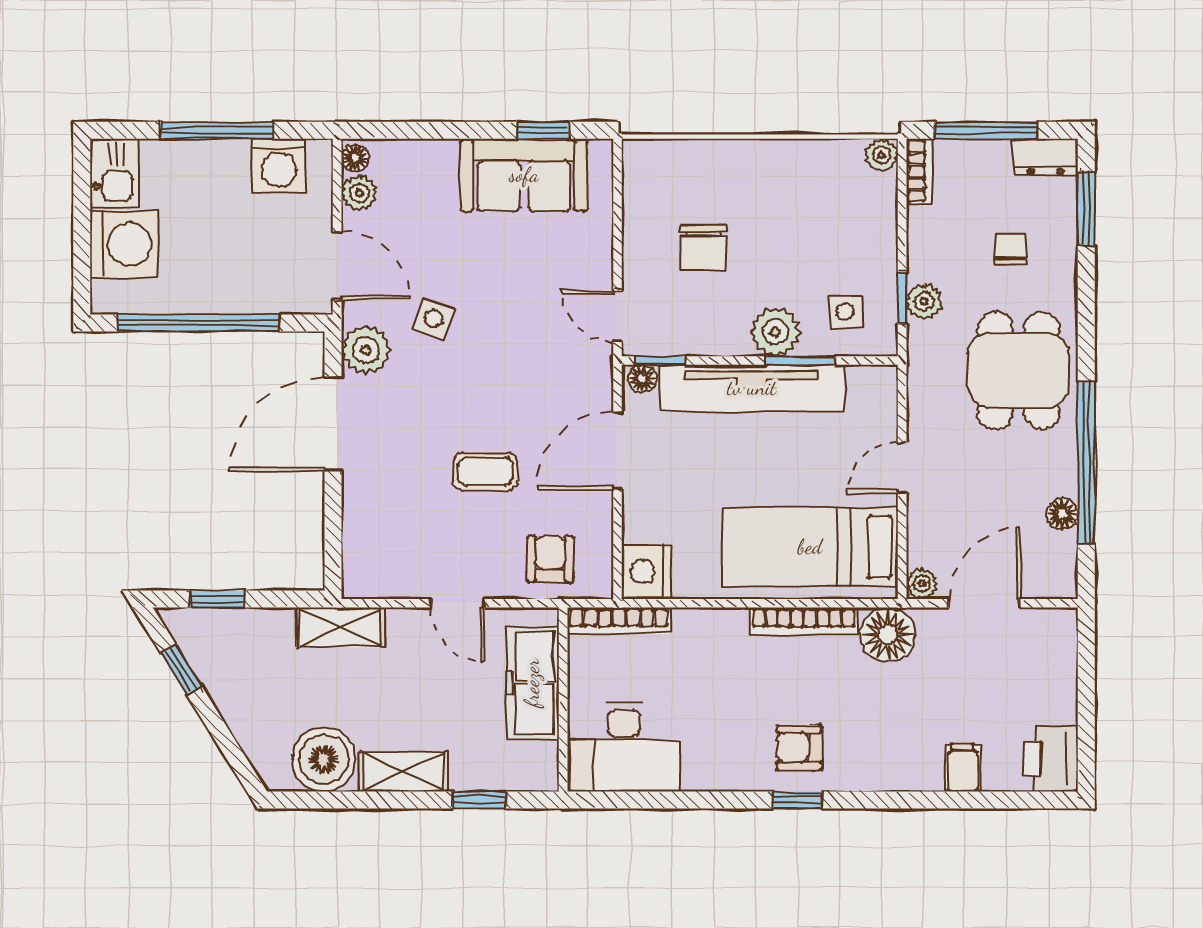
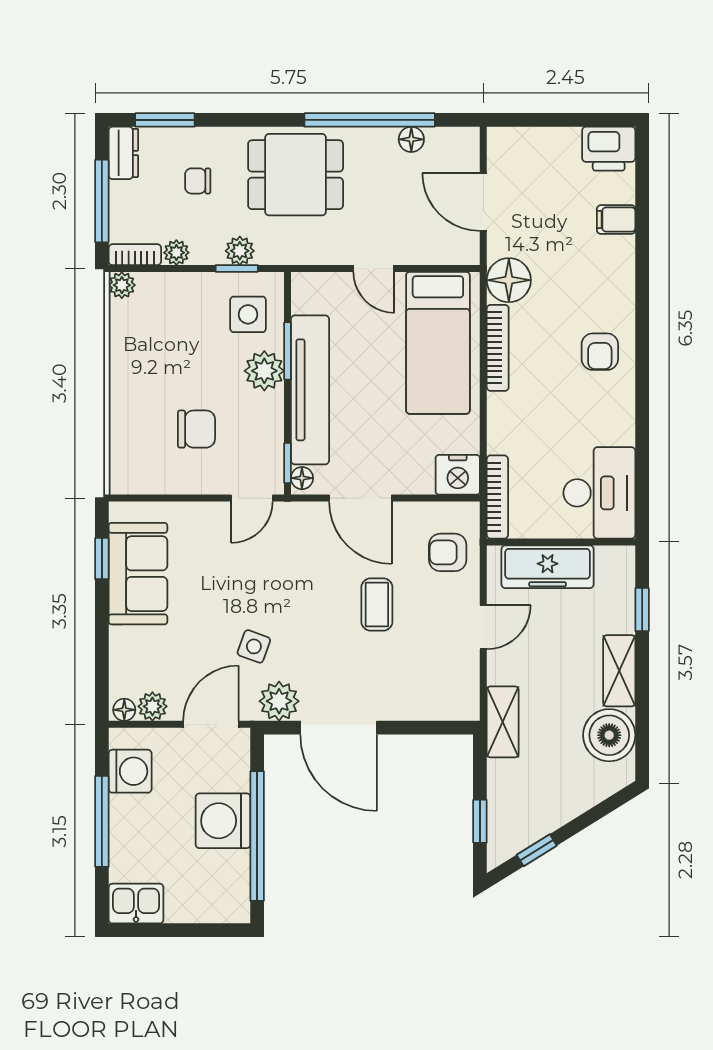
washing machine: (124, 244) -> (223, 821), moved, turned -90
side table: (845, 312) -> (248, 314), width x1.37, depth x1.37
plant: (922, 583) -> (176, 253), moved
window: (797, 800) -> (642, 353), removed

